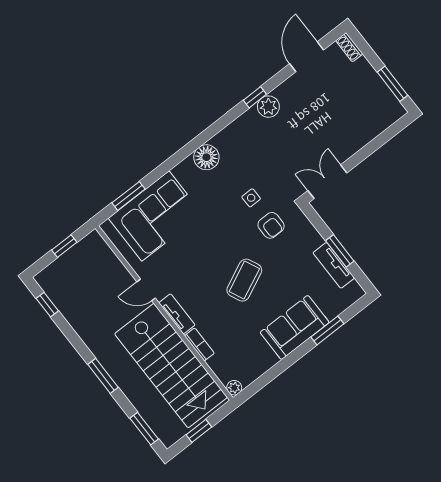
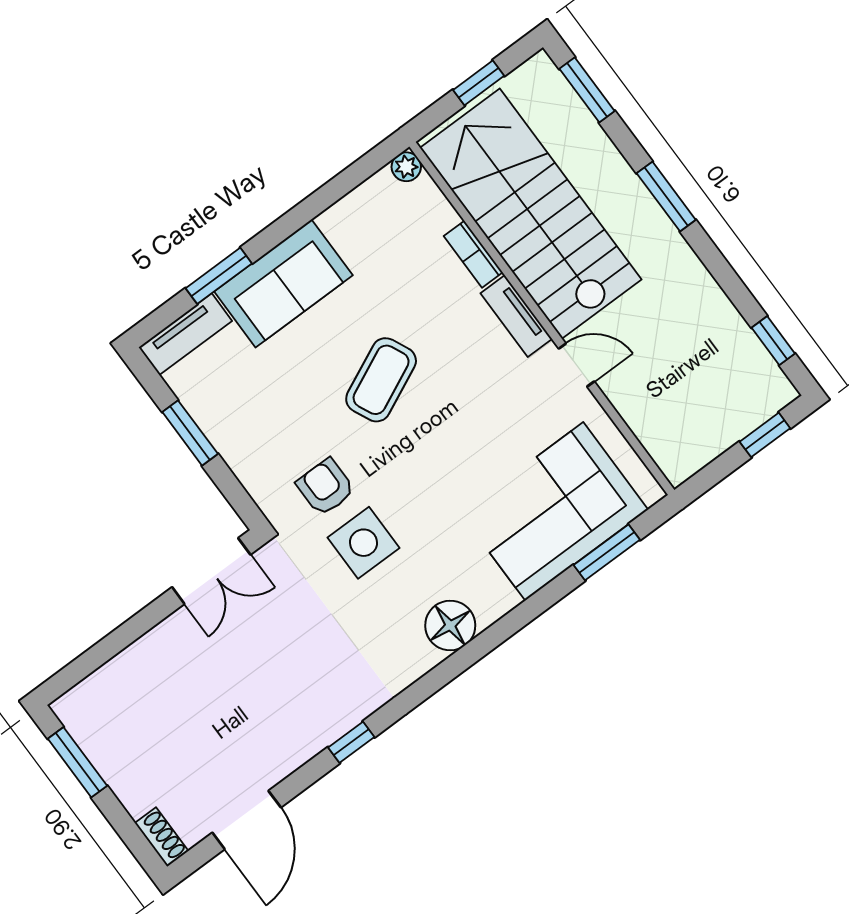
plant: (268, 107) -> (325, 723), removed
side table: (251, 198) -> (364, 543), width x1.87, depth x1.87
window: (64, 246) -> (765, 435), moved
tv unit: (334, 265) -> (185, 334), moved, turned 90

